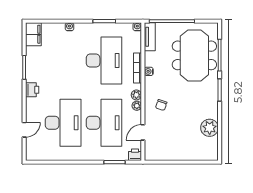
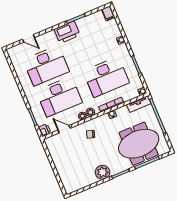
filing cabinet: (33, 34) -> (108, 13), width x0.50
printer: (32, 90) -> (67, 32), width x1.87, depth x1.48
plant: (210, 128) -> (103, 172), moved

